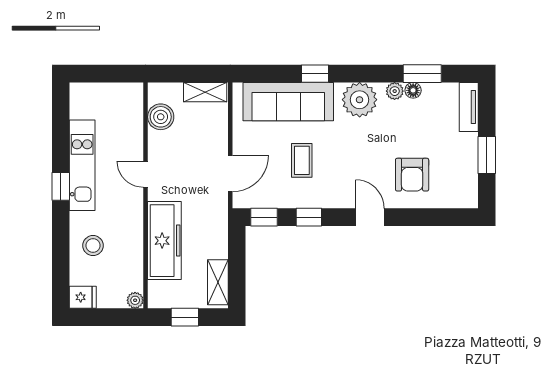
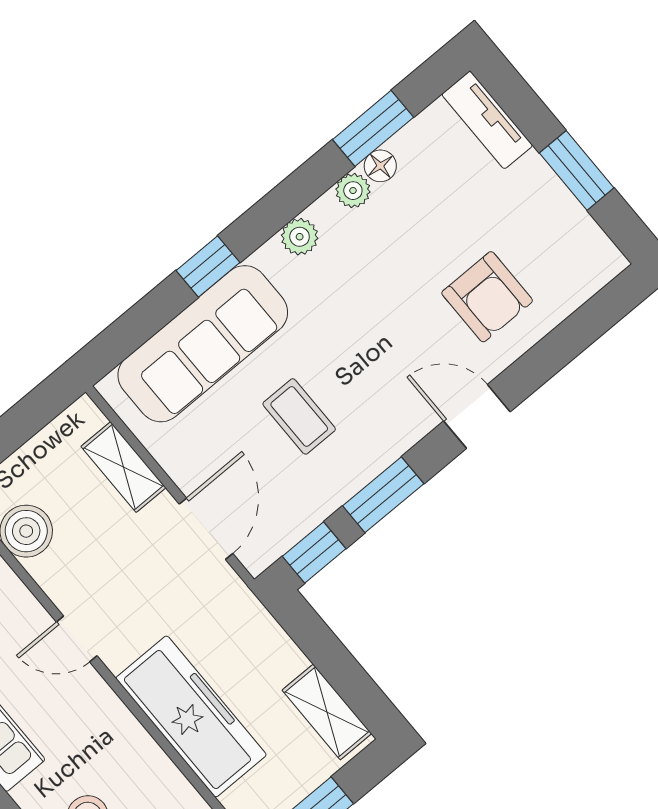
shelving: (205, 92) -> (123, 467), moved, turned 90
plant: (360, 100) -> (300, 237), width x0.53, depth x0.53
window: (309, 217) -> (383, 495), width x1.50

